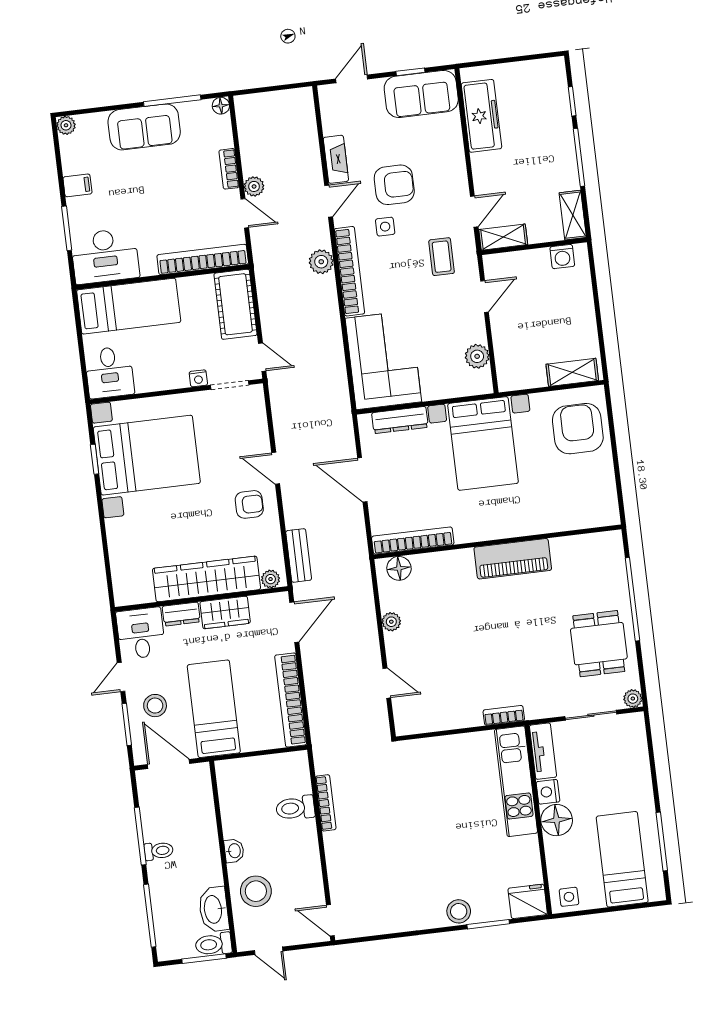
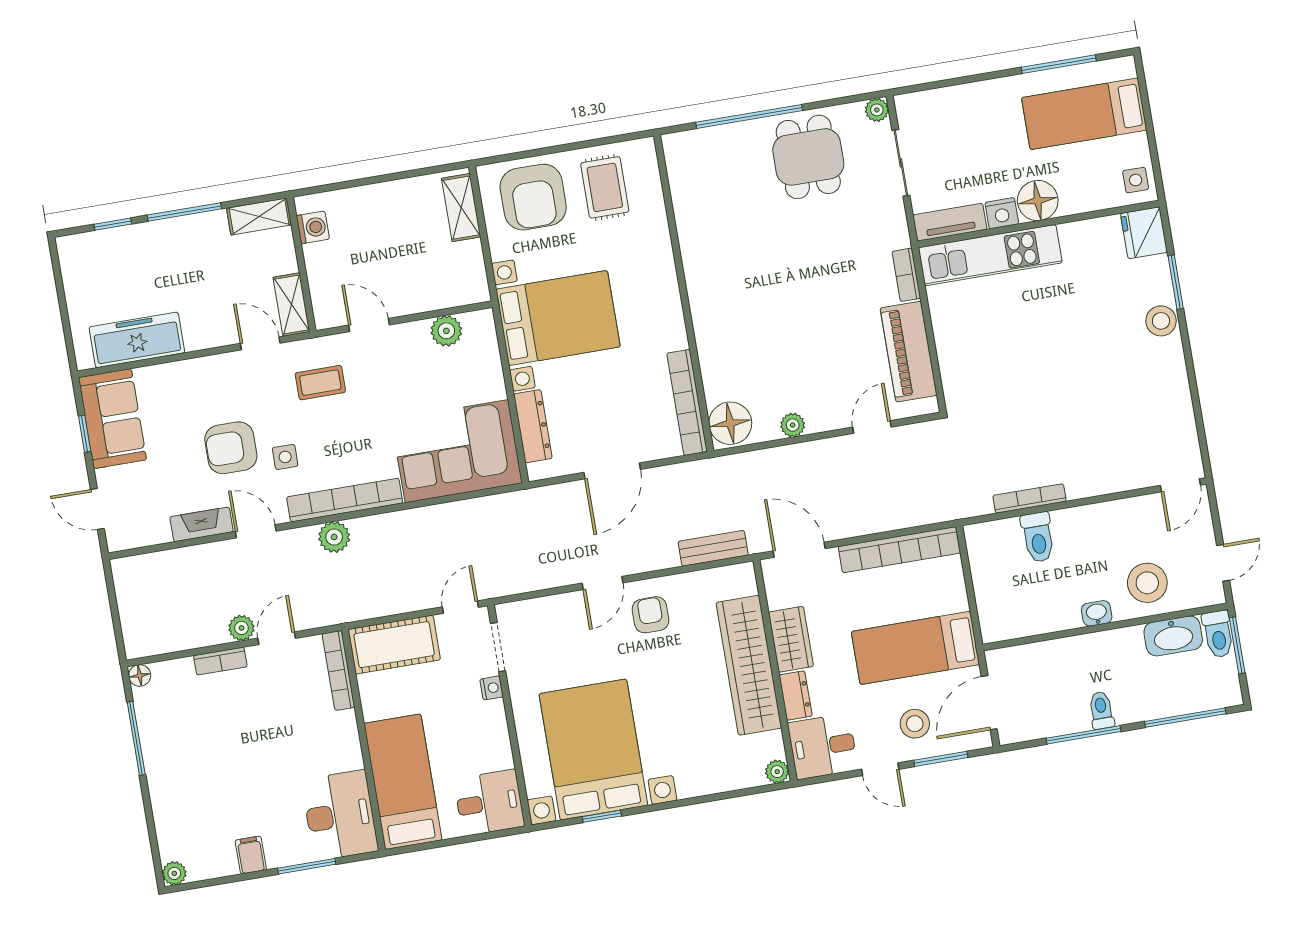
sofa: (144, 127) -> (172, 773), removed
armchair: (394, 185) -> (231, 448), turned -90
bookcase: (203, 260) -> (338, 670), width x0.68, depth x0.76
armchair: (578, 429) -> (533, 197), turned -90
rug: (583, 485) -> (605, 187), added
piano: (513, 559) -> (909, 352), moved, turned 180
floor lamp: (399, 568) -> (730, 423), width x1.38, depth x1.38
plant: (271, 579) -> (777, 772), moved
dining table: (599, 644) -> (808, 157), turned 90

